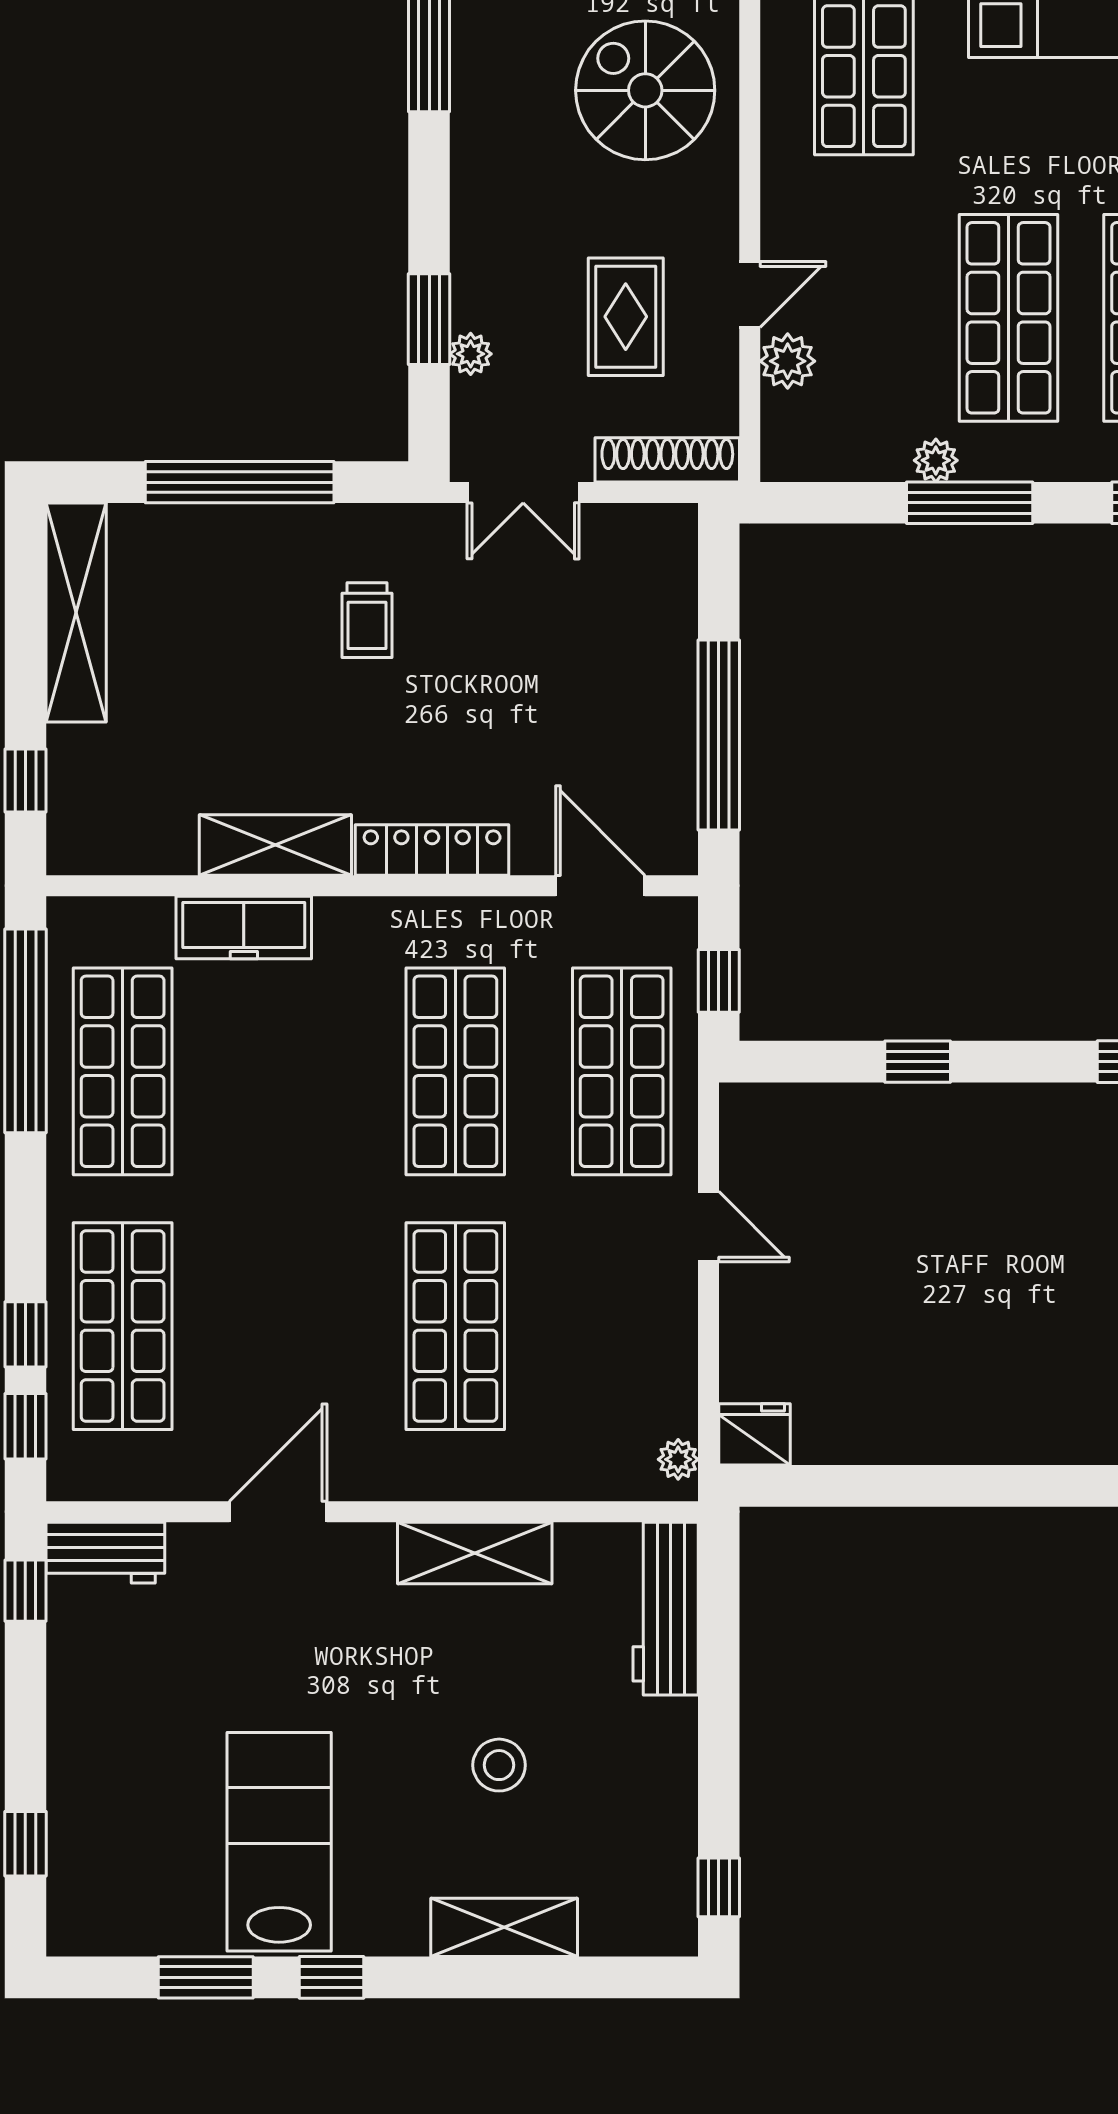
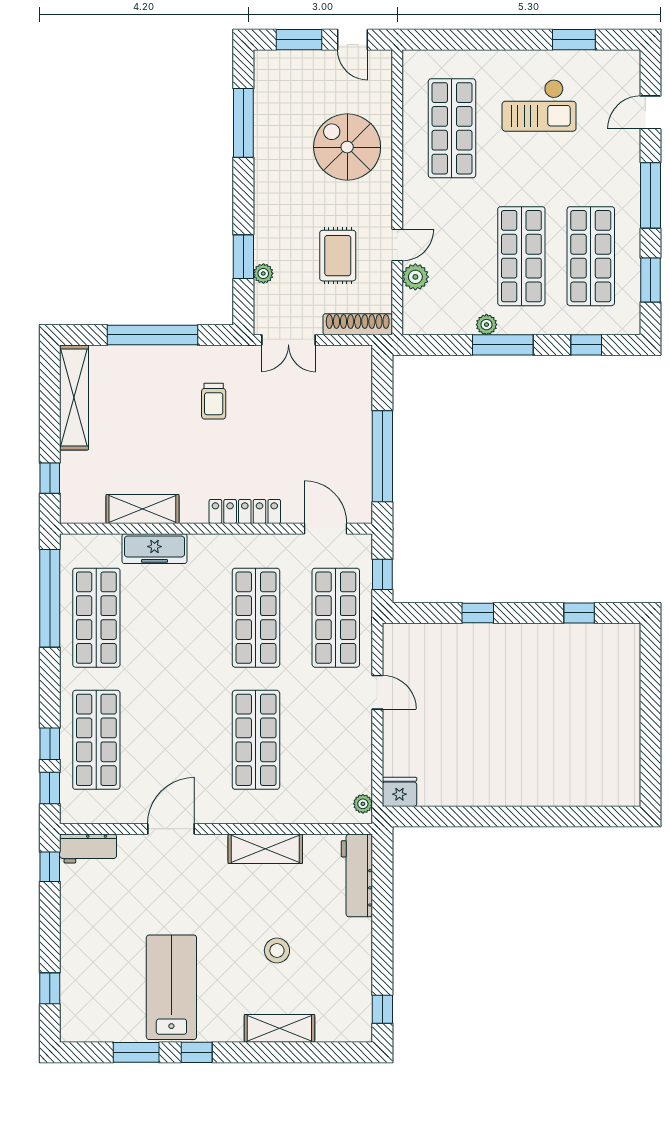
shelving: (275, 845) -> (142, 509), moved

